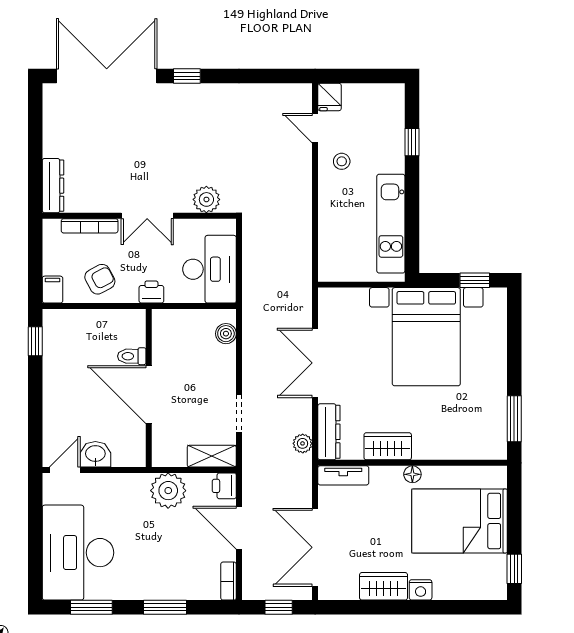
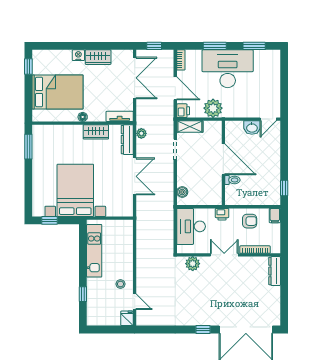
armchair: (100, 279) -> (250, 221), turned -152
desk: (78, 553) -> (228, 69), moved, turned -90

